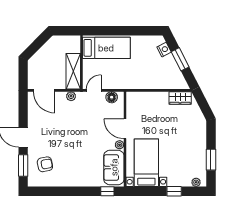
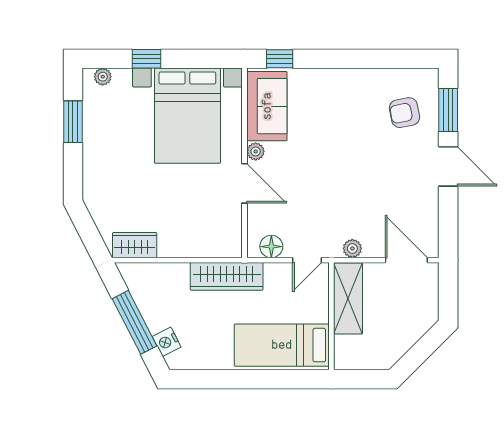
window: (180, 59) -> (135, 322), width x1.44
wardrobe: (134, 82) -> (227, 276), added
bed with nightstands: (146, 163) -> (187, 116), width x1.36

